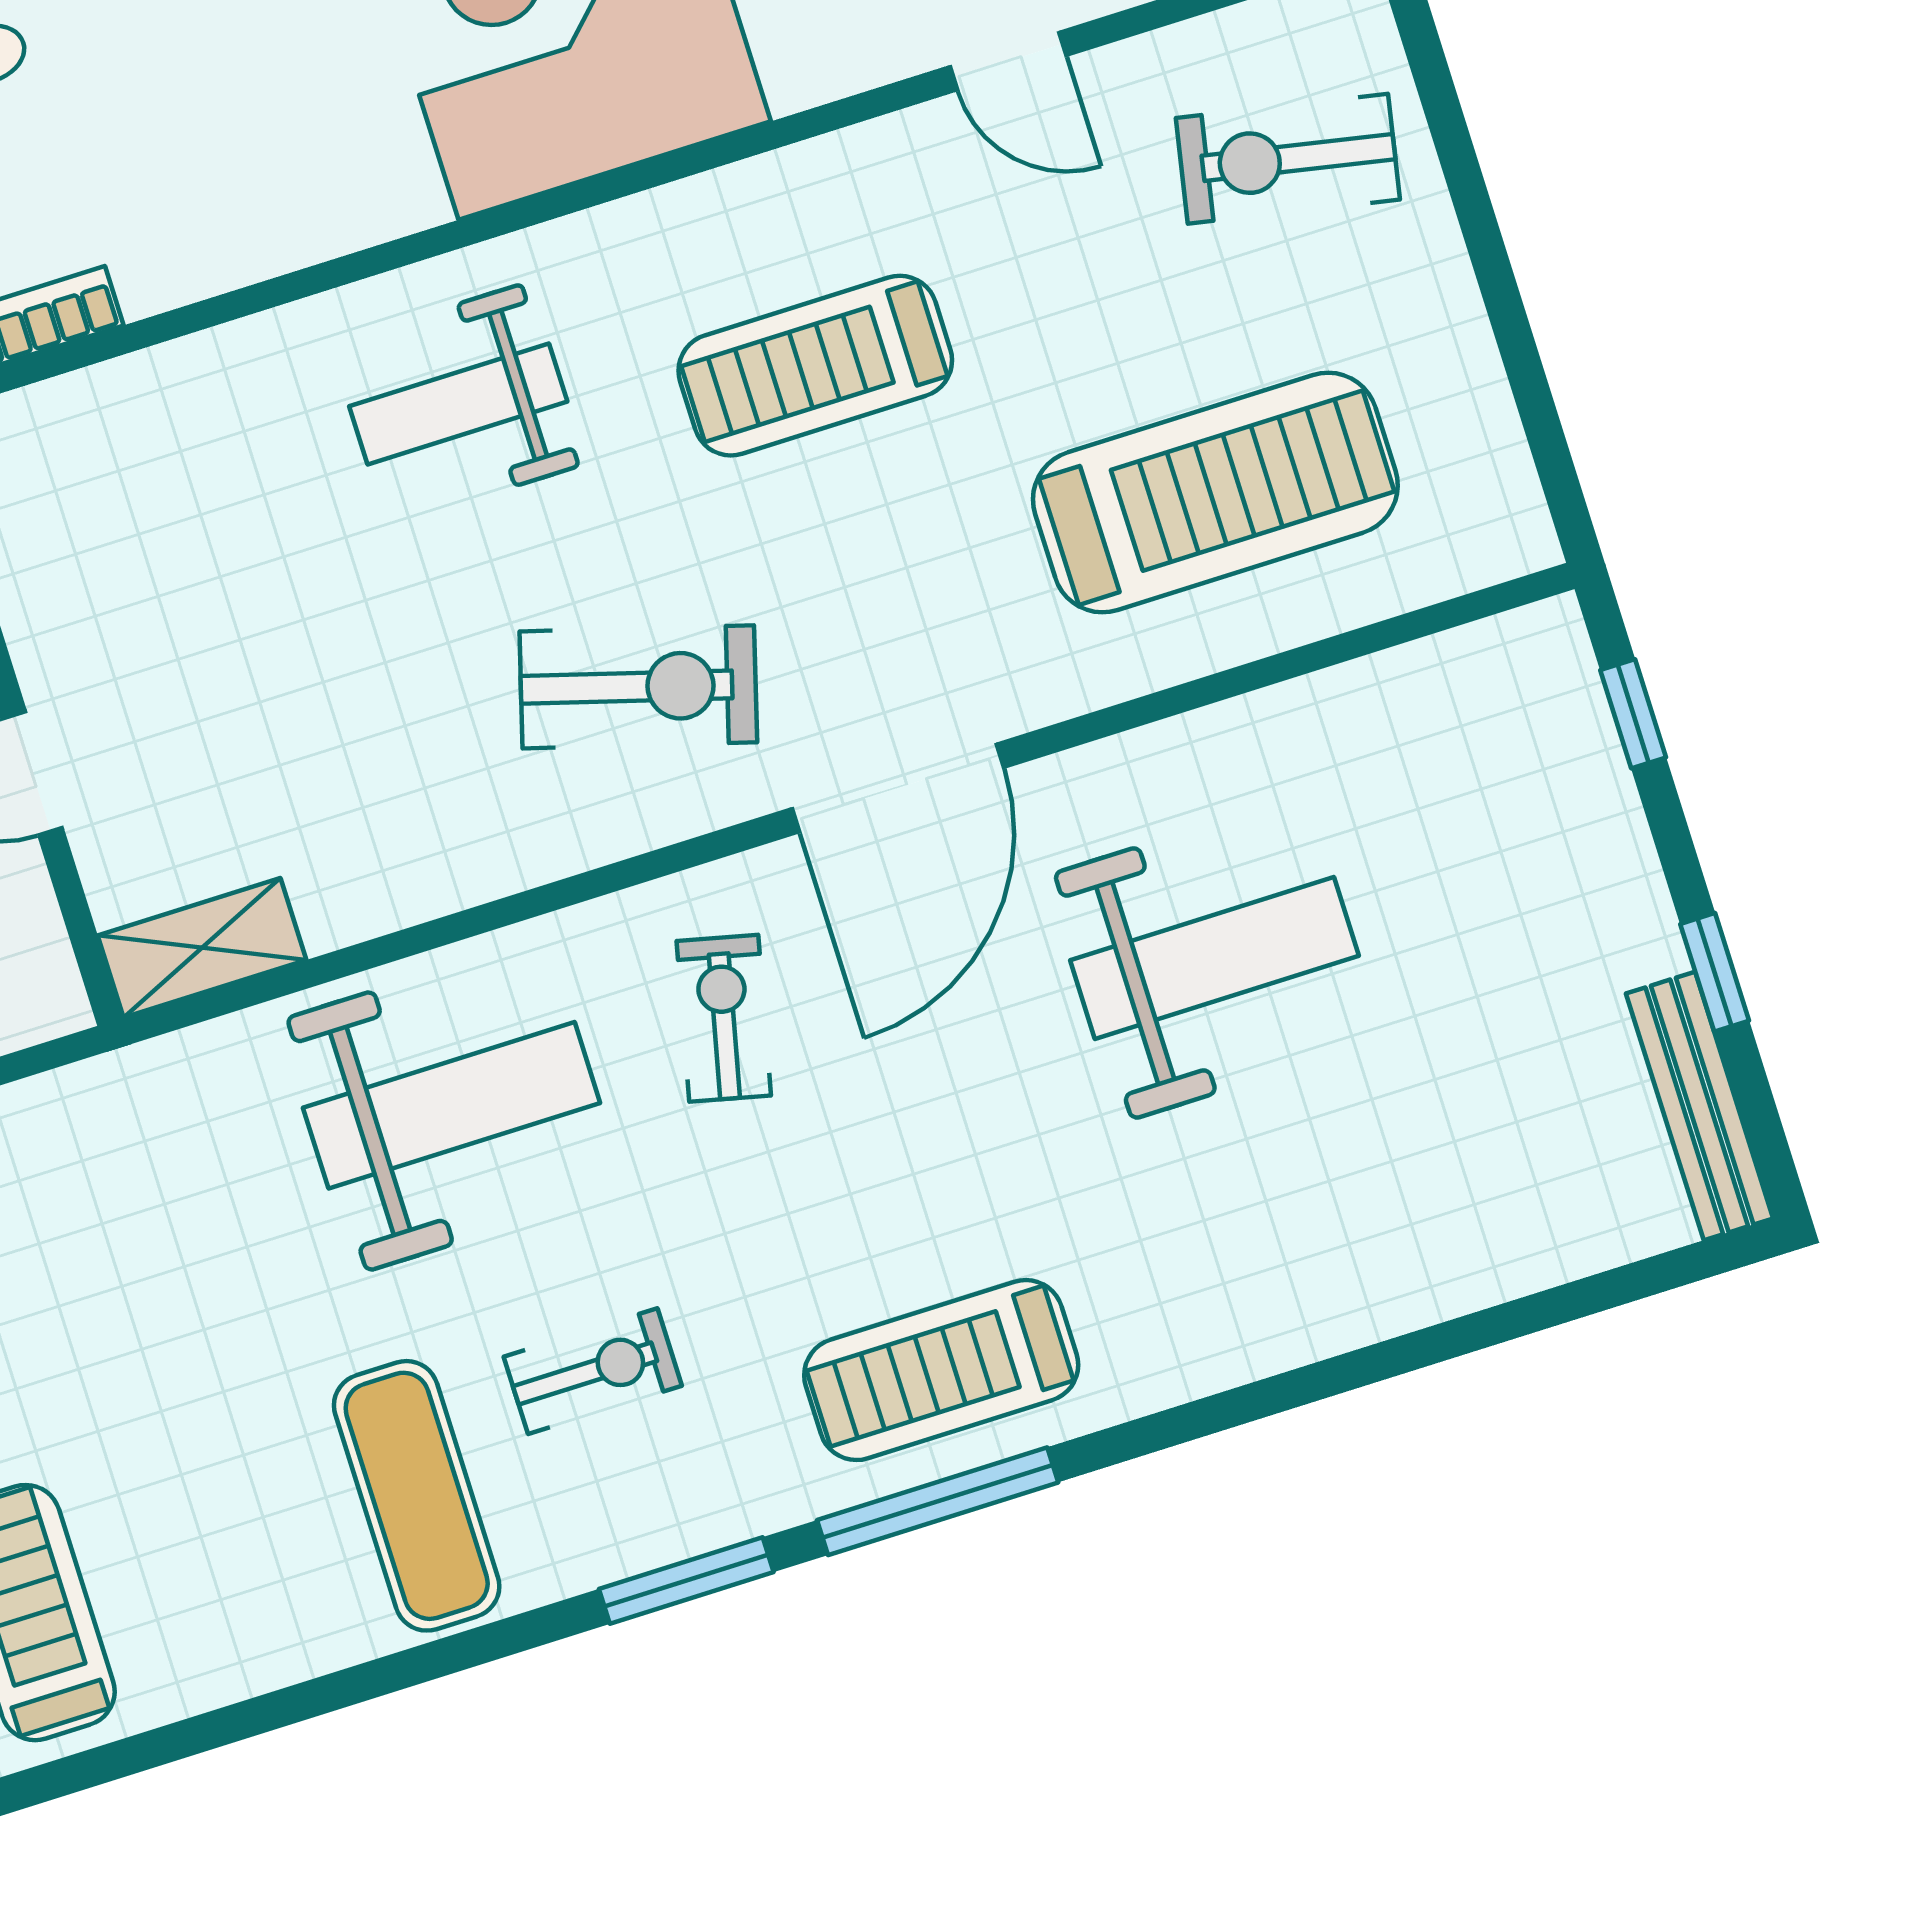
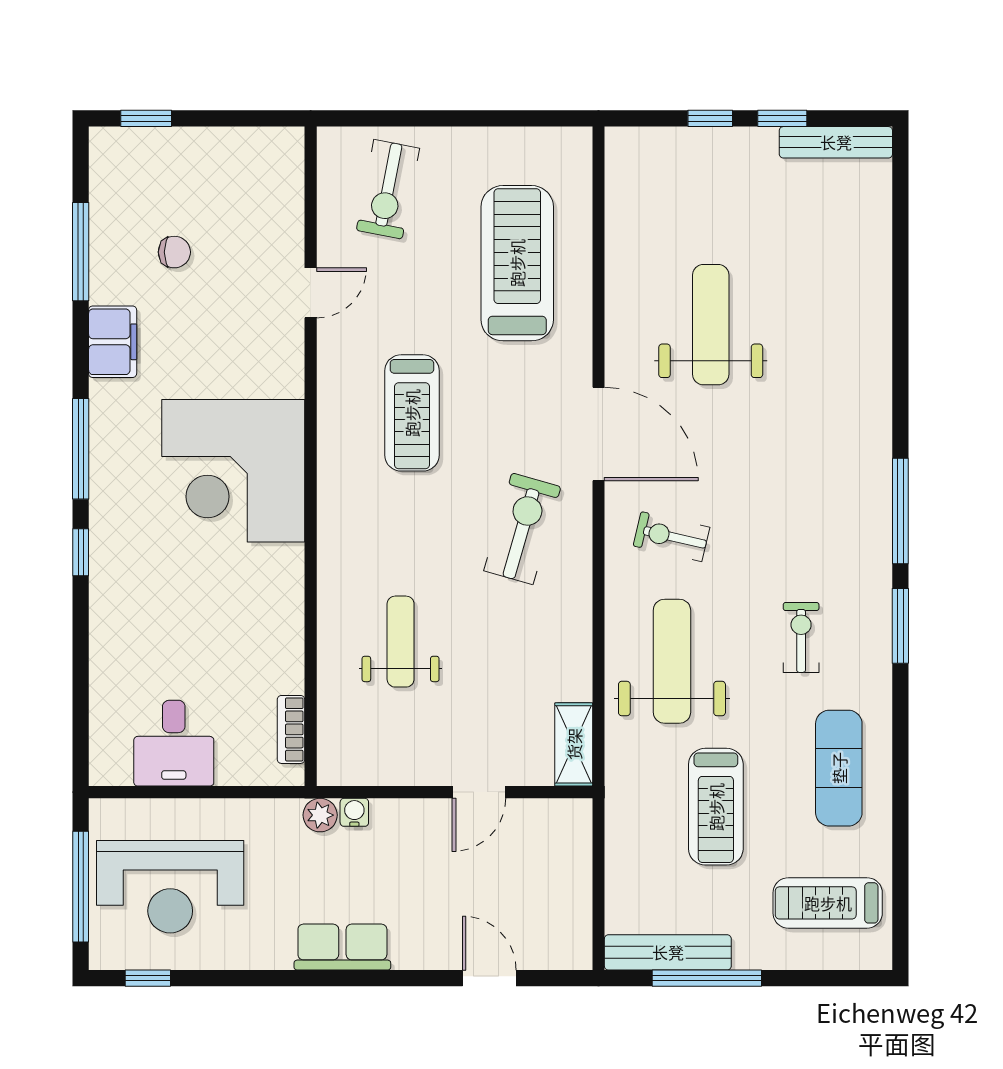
weight bench: (458, 404) -> (401, 642), moved, turned 180
window: (1633, 714) -> (710, 118), moved
treadmill: (941, 1370) -> (716, 807), moved
exercise mat: (417, 1496) -> (839, 768), moved, turned 90

